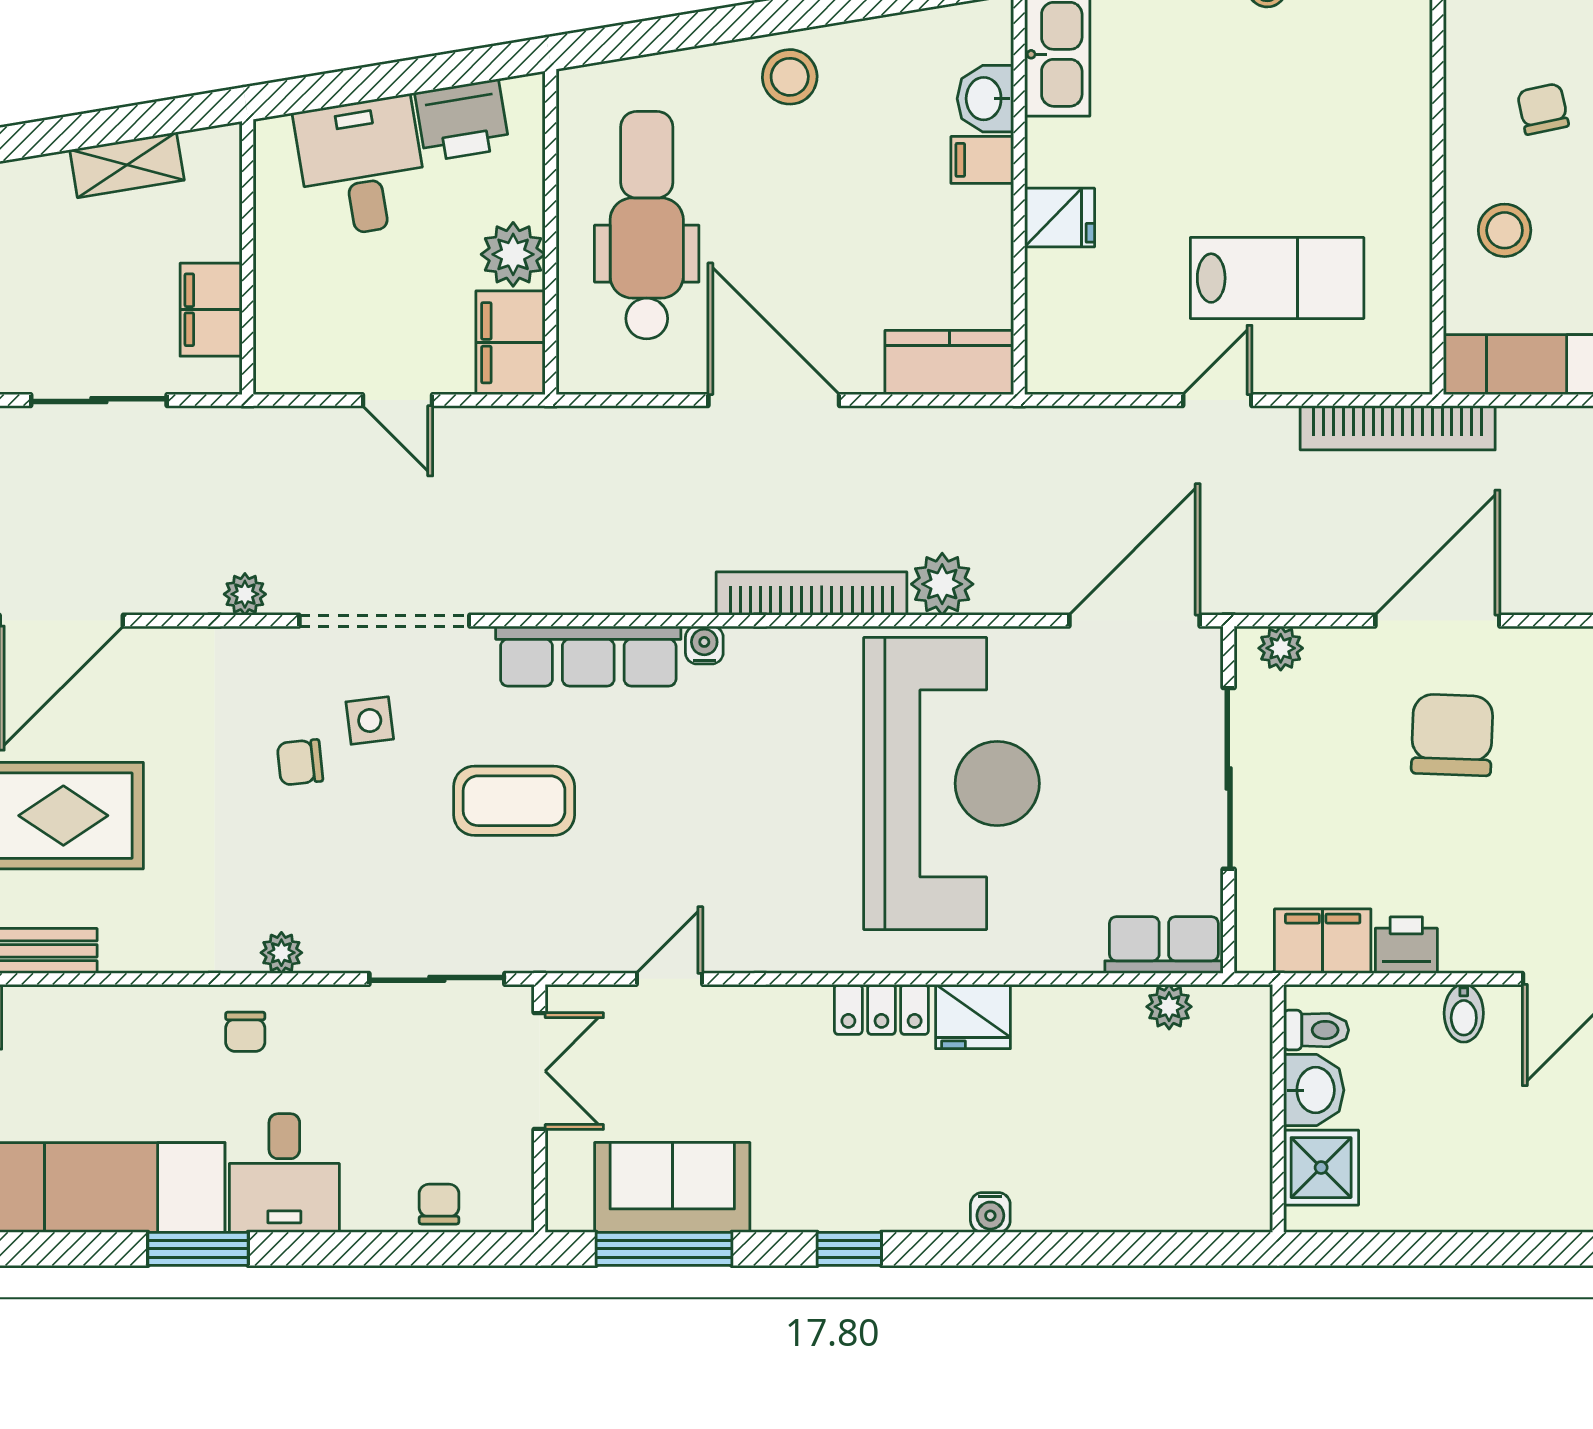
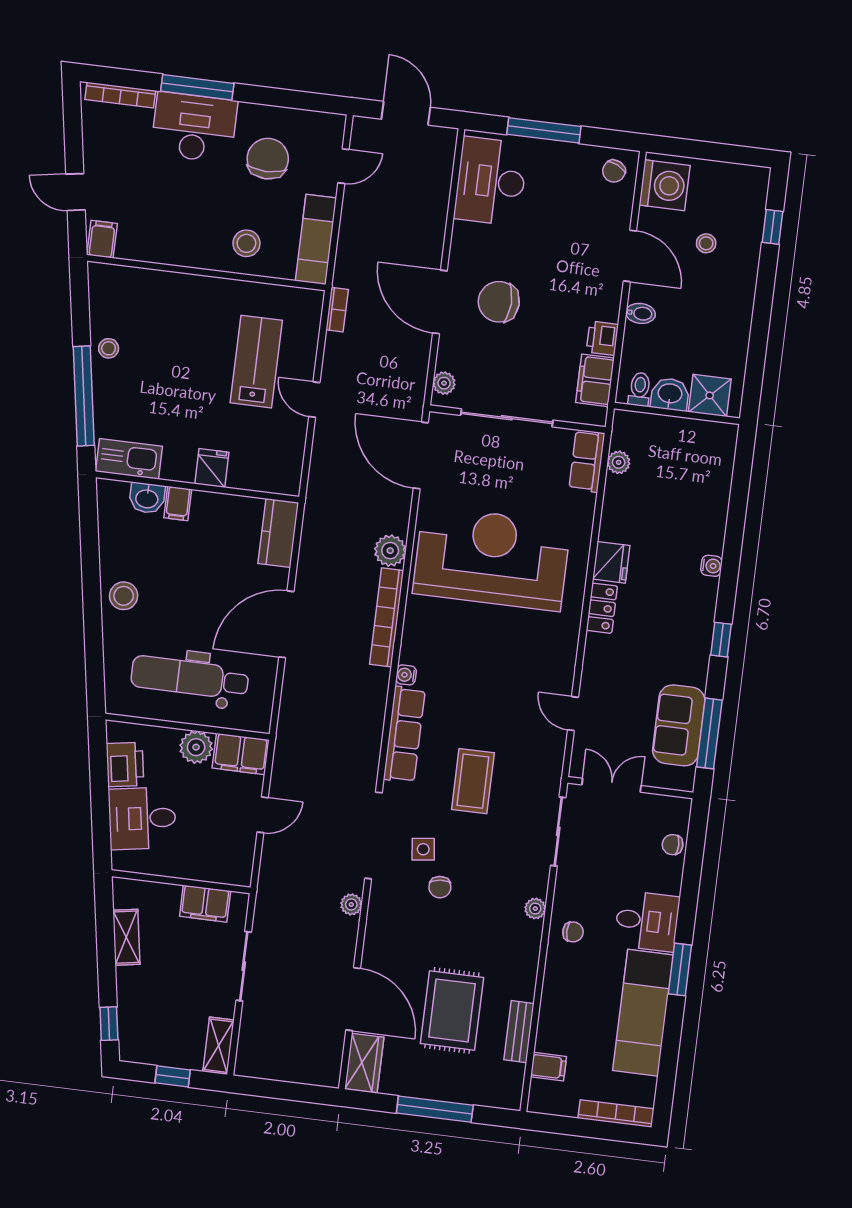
chair: (1543, 109) -> (187, 216), removed
bookcase: (1398, 428) -> (337, 310), width x0.43, depth x0.76

